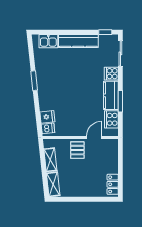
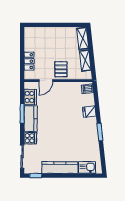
fridge: (47, 117) -> (89, 112), moved
locker: (113, 184) -> (29, 61), moved

